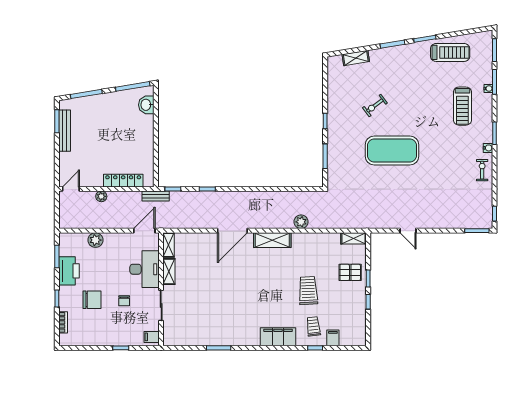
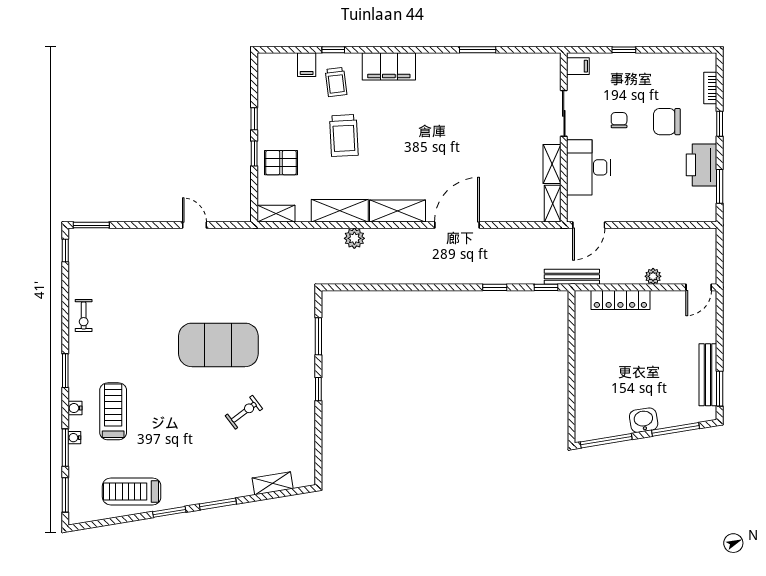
washbasin: (146, 105) -> (644, 420), moved, turned -99
water cooler: (488, 148) -> (75, 408), moved
bench: (156, 196) -> (572, 277), width x1.36
plant: (95, 240) -> (662, 211), removed
shelving: (311, 240) -> (340, 211), added

